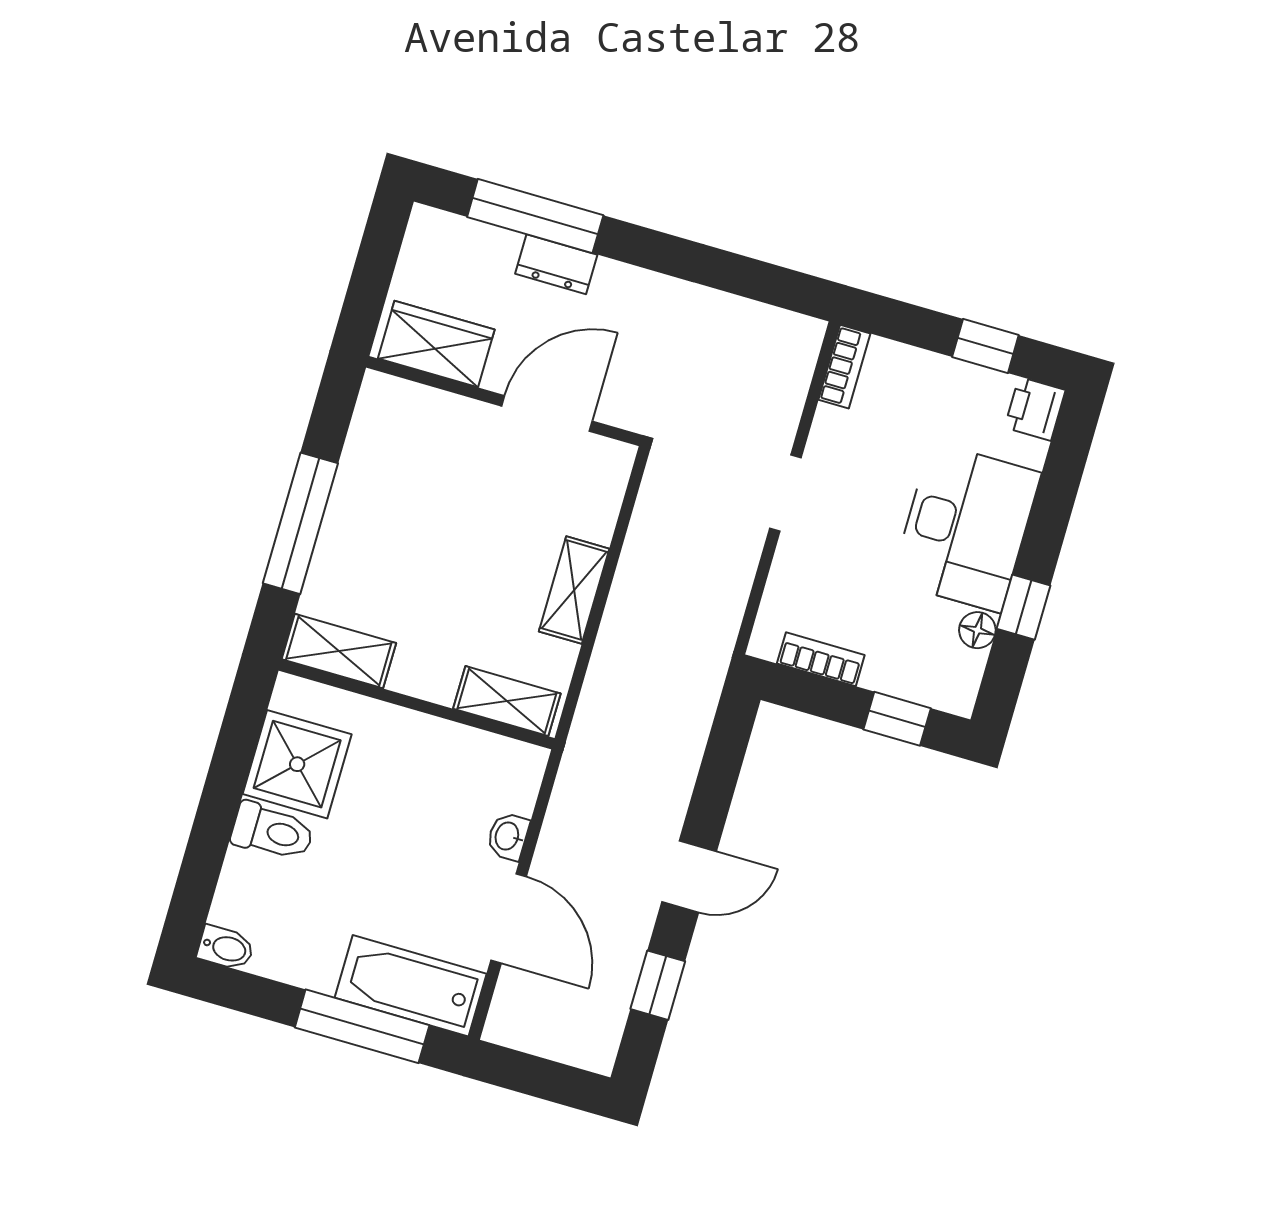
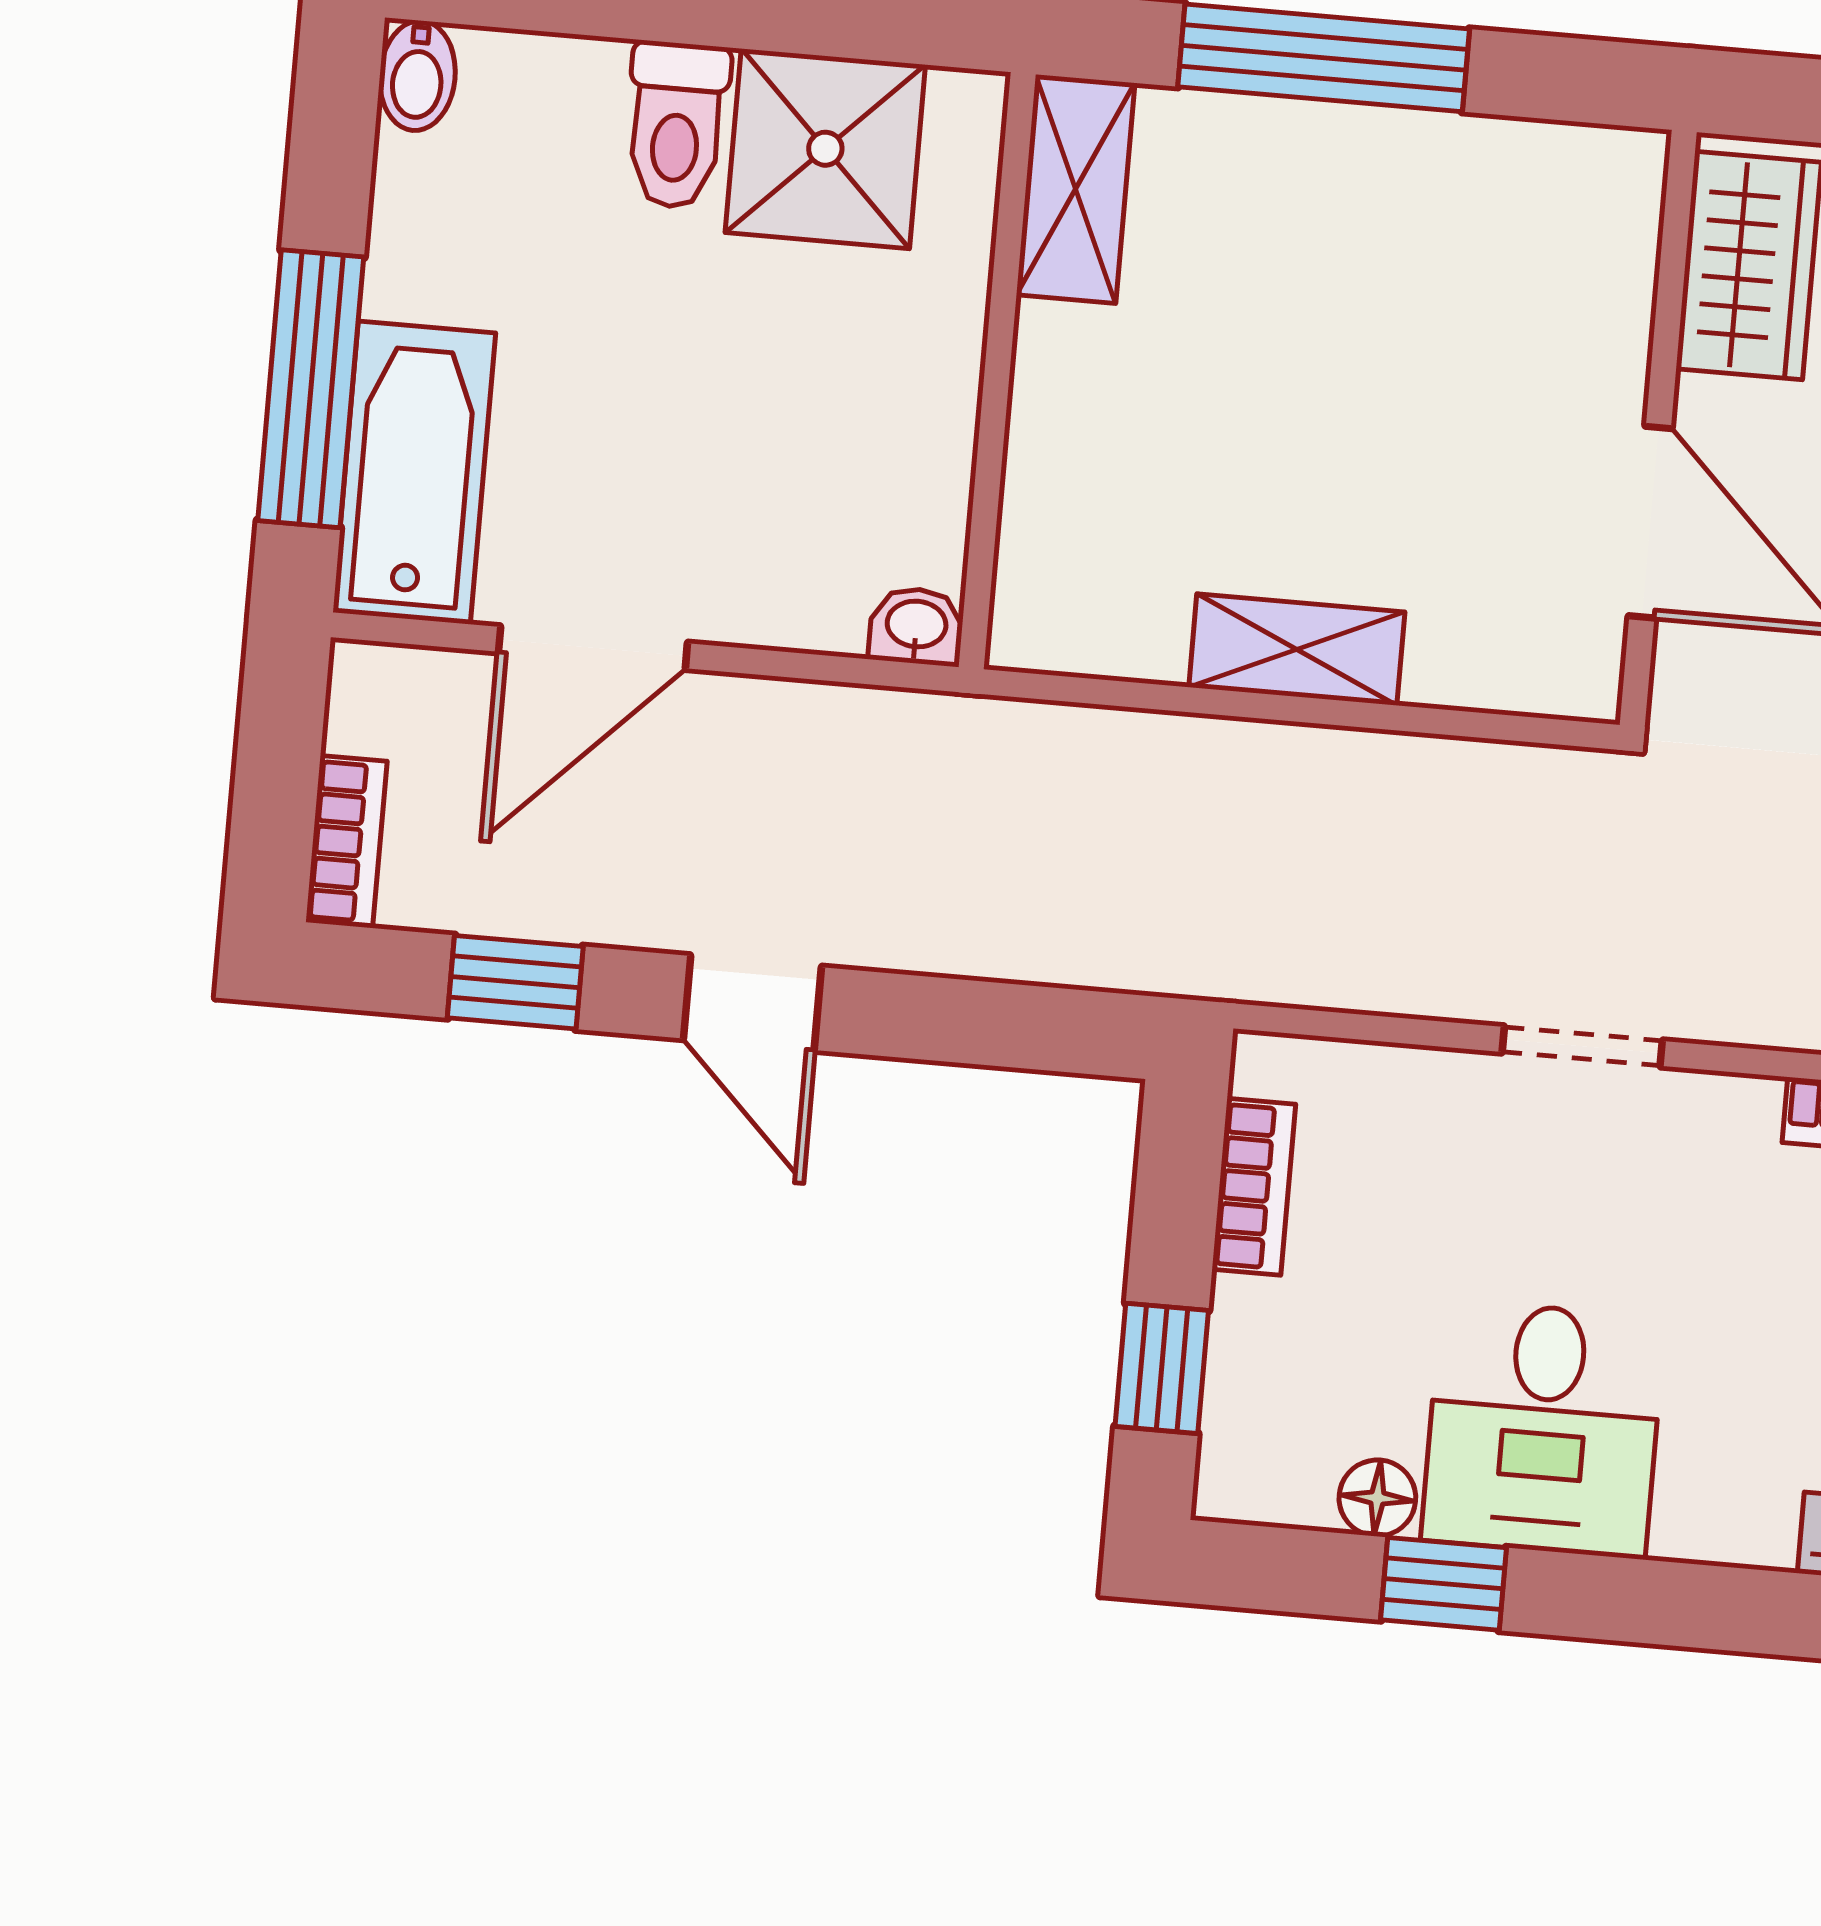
desk: (966, 527) -> (1543, 1429), width x0.73
shelving: (507, 701) -> (1040, 556), removed
washbasin: (508, 836) -> (916, 626), moved
bookcase: (577, 1051) -> (346, 842), added

